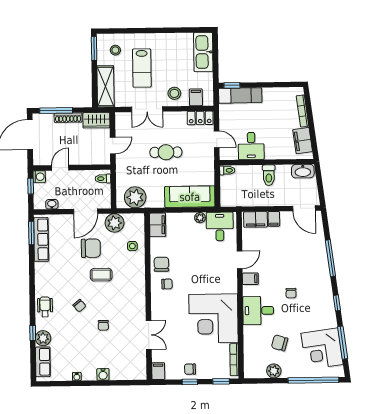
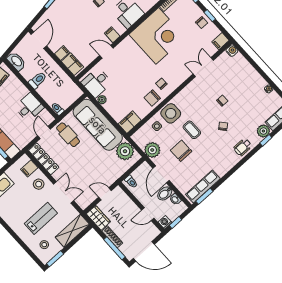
locker: (200, 118) -> (44, 159), width x1.53
cafe table: (166, 152) -> (68, 135), moved
sofa: (190, 197) -> (98, 125), width x1.36, depth x1.27
bidet: (65, 200) -> (165, 193), added
door: (86, 211) -> (161, 174), swing flipped
side table: (133, 269) -> (171, 113), added
water cooler: (103, 374) -> (232, 51), moved

